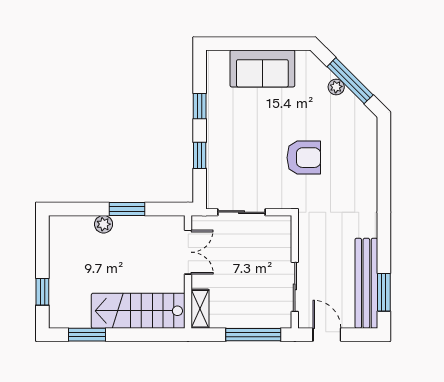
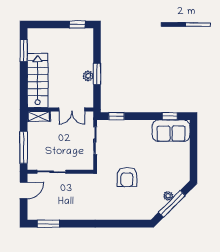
sofa: (262, 68) -> (171, 131), moved, turned -90
window: (200, 106) -> (170, 116), moved
window: (200, 155) -> (116, 116), moved
plant: (104, 224) -> (88, 76), moved
bench: (366, 283) -> (54, 213), removed
window: (42, 292) -> (77, 25), moved

